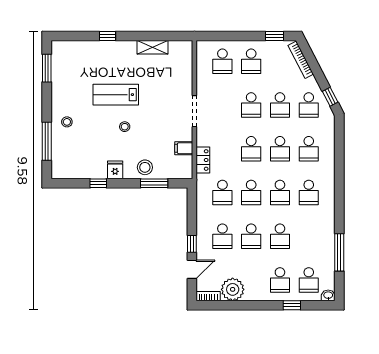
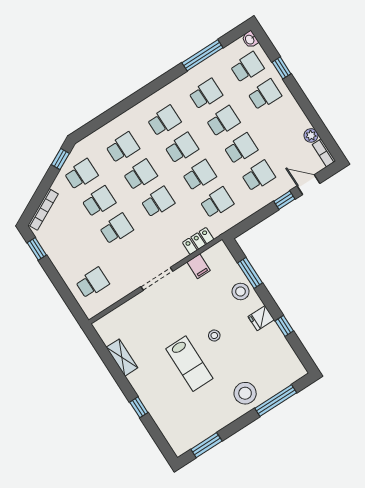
school desk: (251, 61) -> (206, 94), moved
stool: (67, 122) -> (245, 393), width x1.89, depth x1.89
plant: (233, 289) -> (311, 135), width x0.53, depth x0.53

